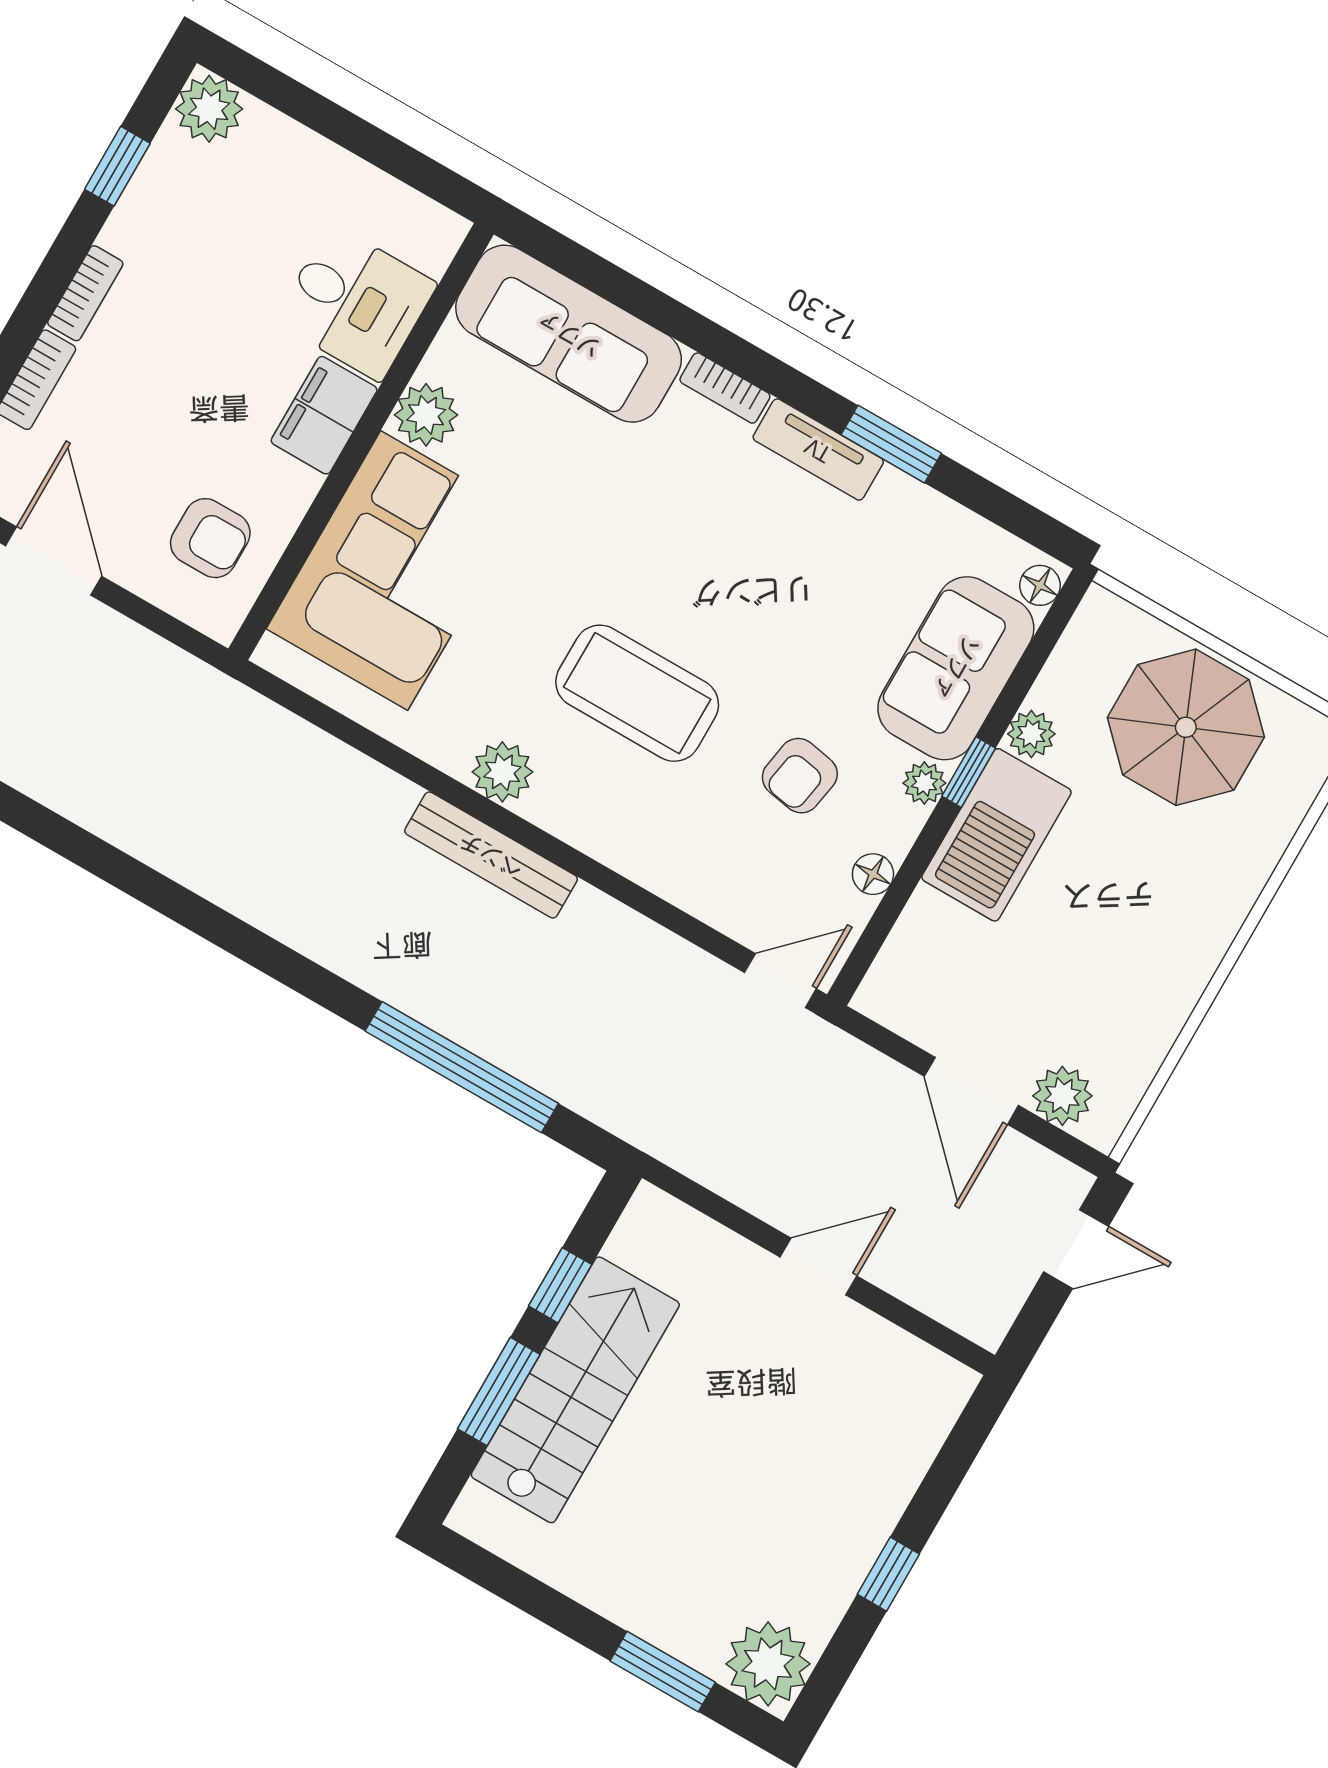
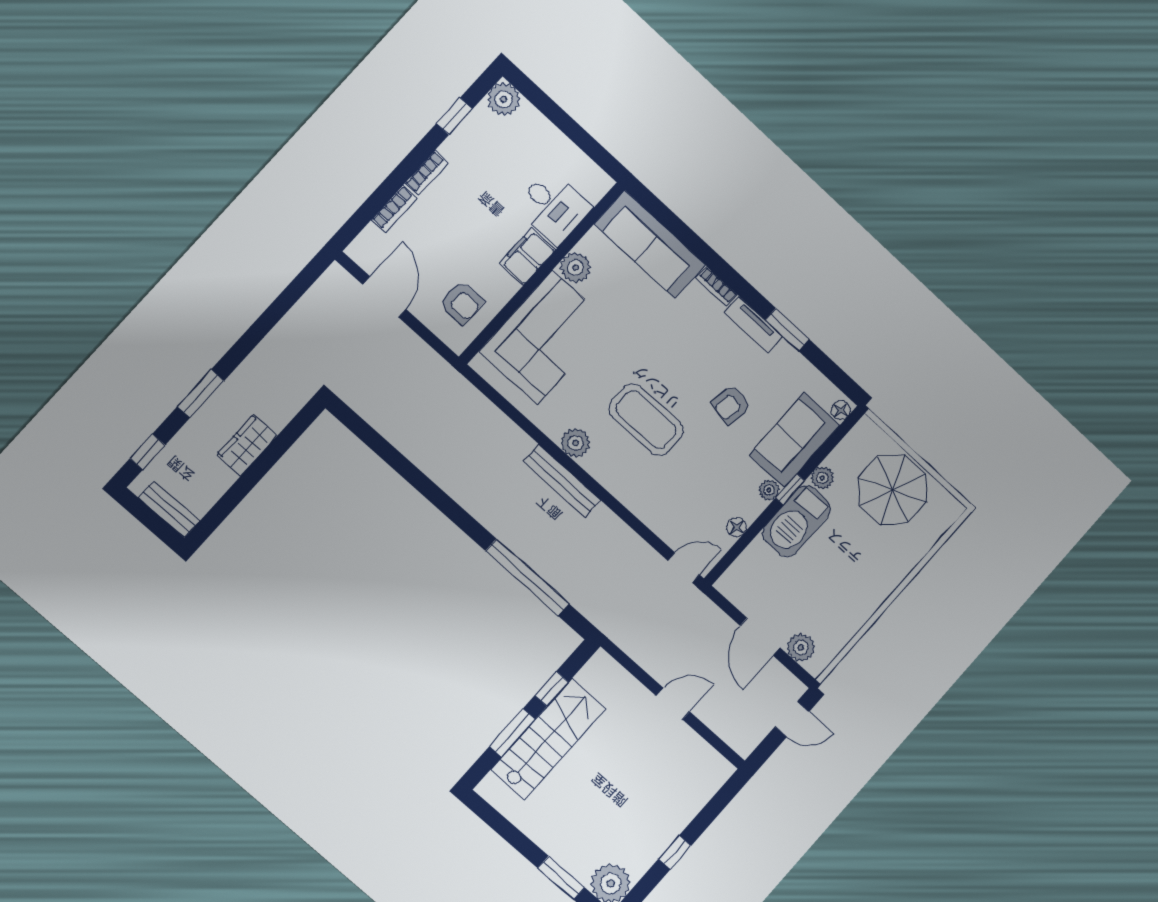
armchair: (800, 776) -> (731, 405), moved

